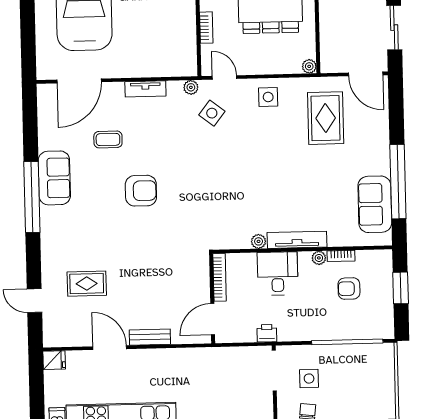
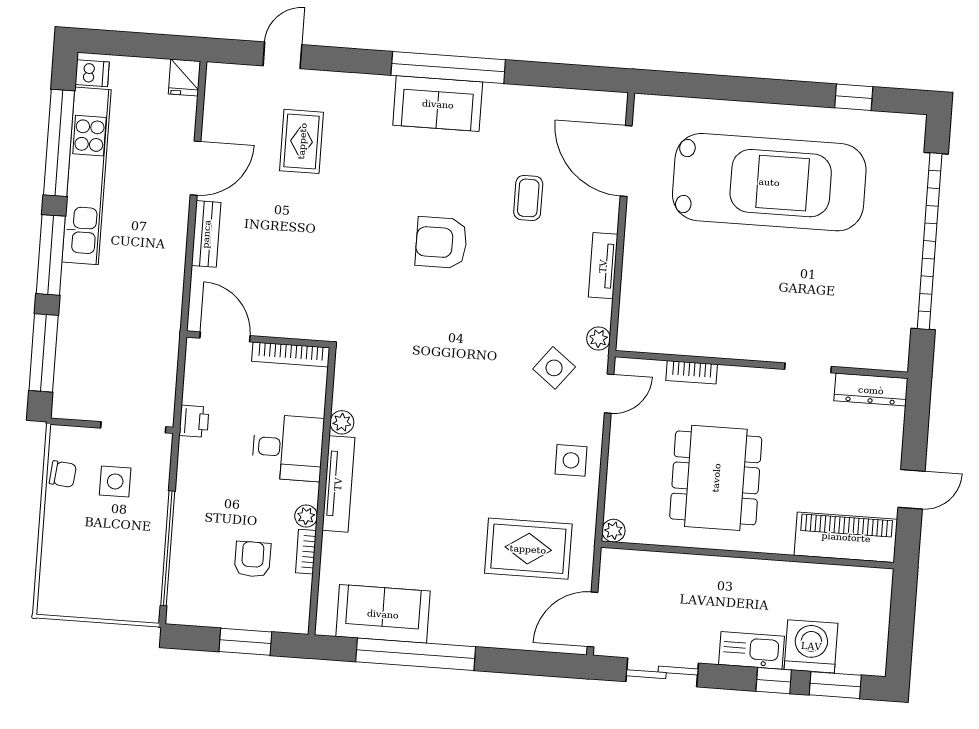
sofa: (54, 178) -> (438, 104), moved
armchair: (141, 191) -> (441, 243), turned 90

